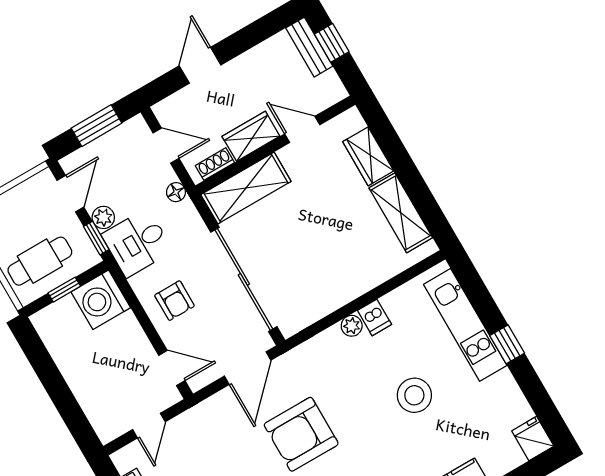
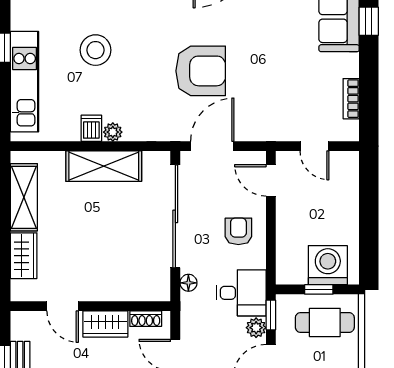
shelving: (246, 188) -> (104, 166), moved
floor lamp: (176, 192) -> (188, 283), moved
washing machine: (101, 300) -> (328, 265), moved, turned -90
door: (149, 426) -> (314, 146), swing flipped

